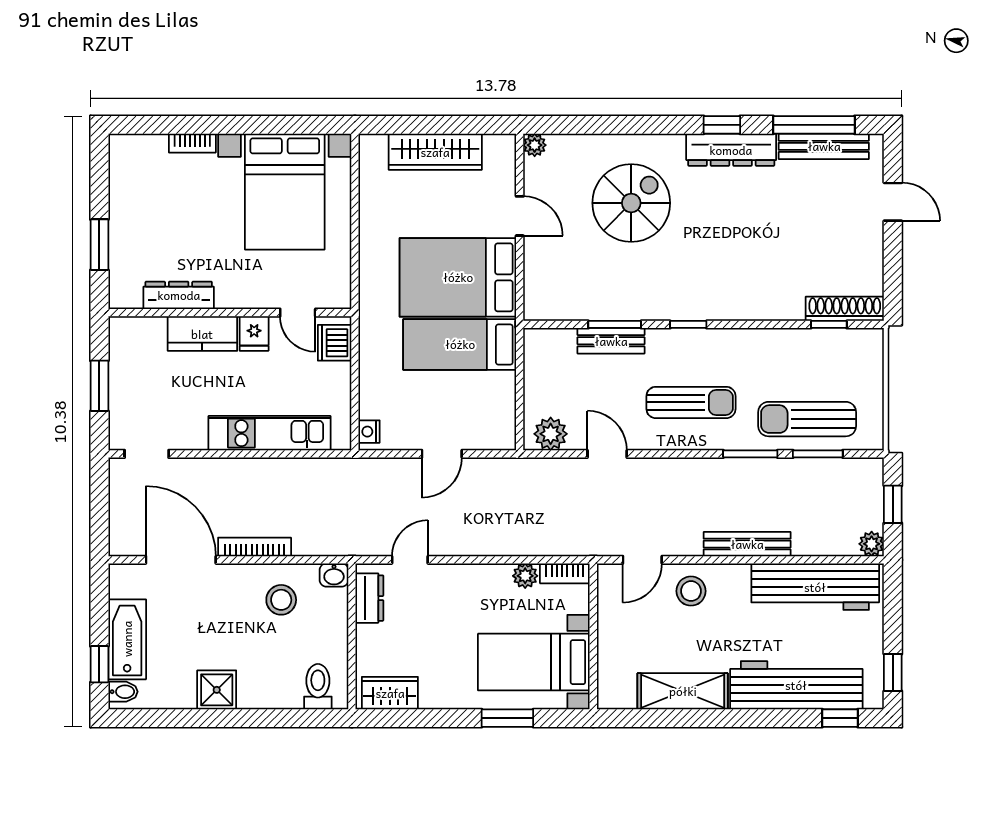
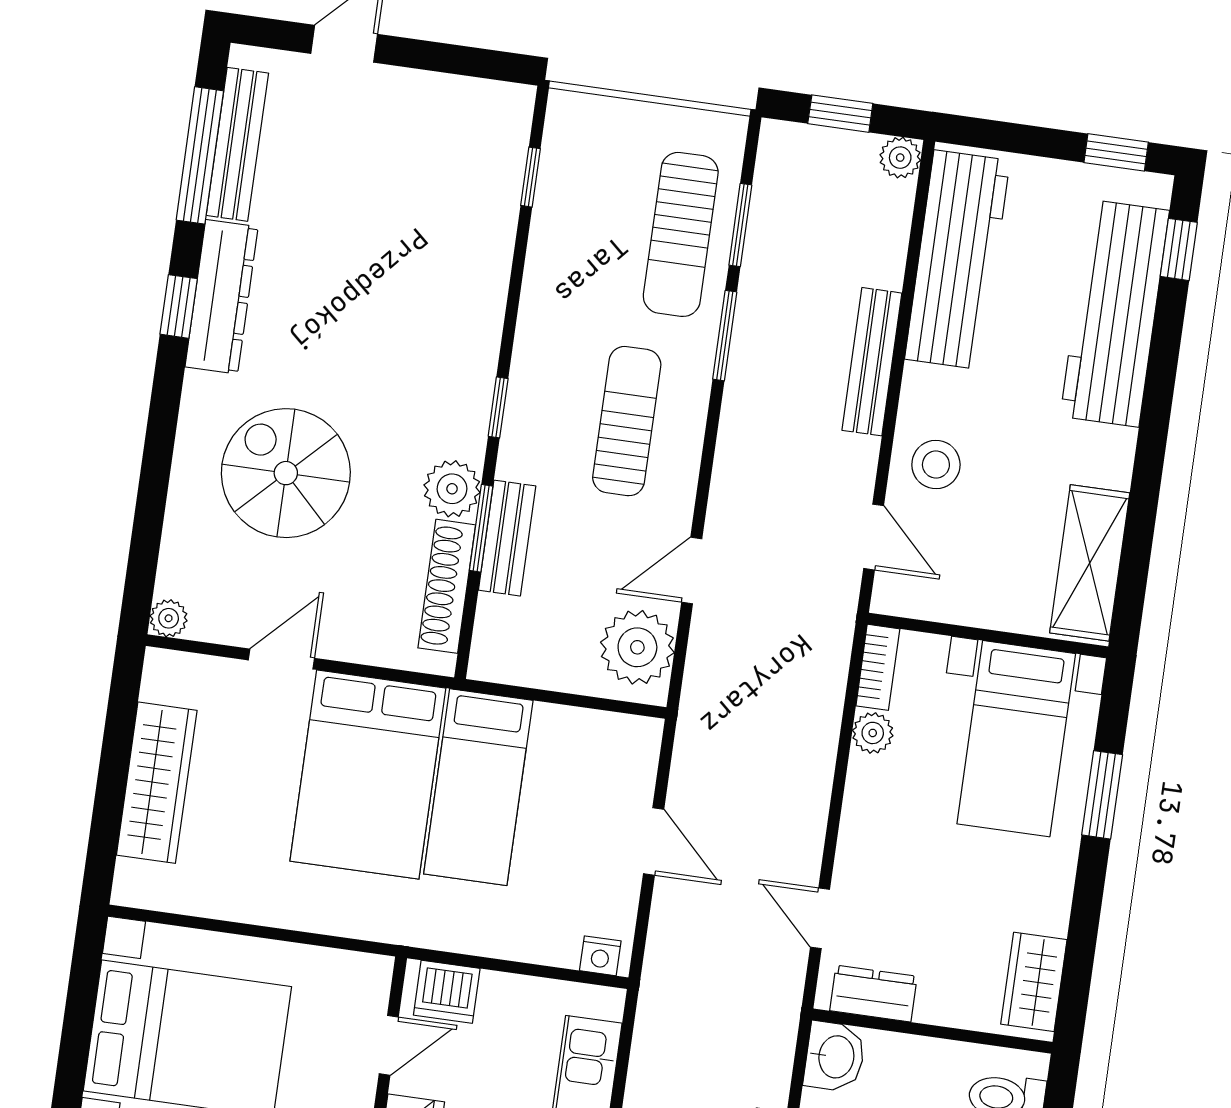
plant: (636, 304) -> (452, 489), added
shoe rack: (845, 309) -> (447, 586), moved
plant: (551, 434) -> (637, 647), width x1.36, depth x1.36
washbasin: (334, 575) -> (835, 1057), width x1.38, depth x1.45
shelving: (683, 691) -> (1090, 563), moved

